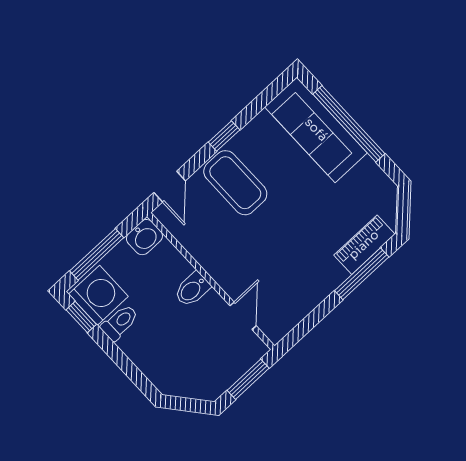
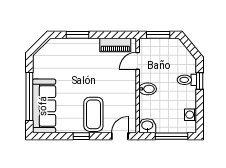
piano: (364, 245) -> (115, 45), moved
window: (362, 274) -> (78, 35), width x0.69
washing machine: (98, 295) -> (191, 115), width x0.53, depth x0.53
window: (81, 317) -> (200, 81), moved
toilet: (120, 322) -> (187, 80), moved

